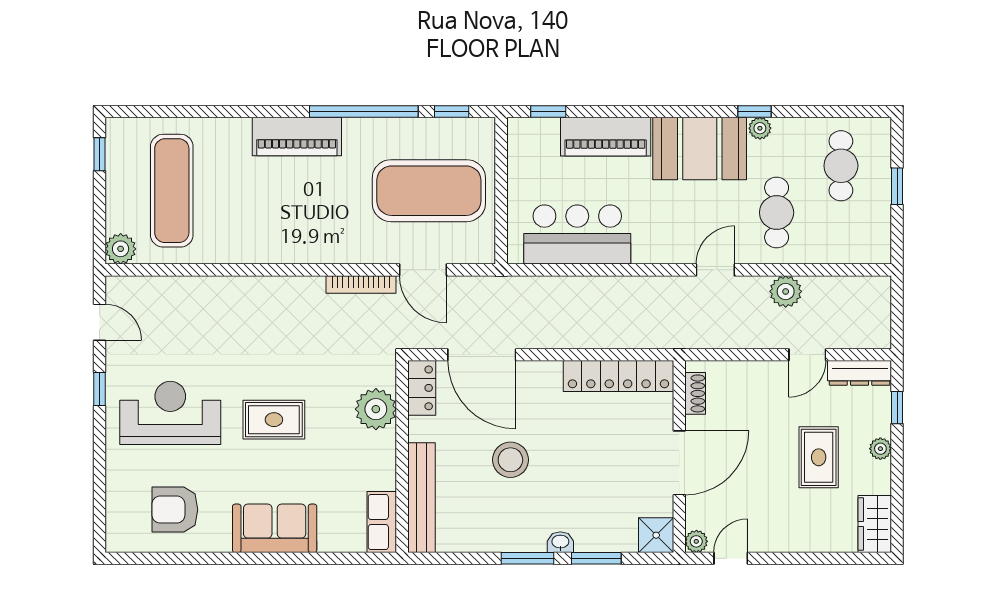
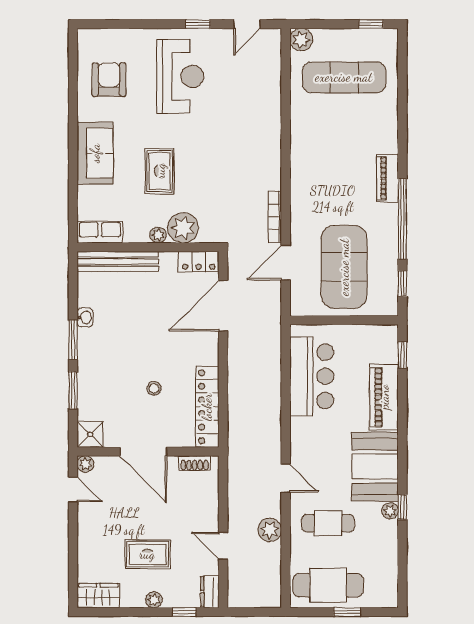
piano: (297, 136) -> (388, 178), width x0.73, depth x0.75
cafe table: (841, 166) -> (328, 585), moved, width x1.37, depth x1.35
dresser: (860, 373) -> (210, 592), width x0.70
rug: (274, 420) -> (160, 171), moved
plant: (386, 443) -> (158, 235), added
stool: (510, 460) -> (154, 388), moved, width x0.53, depth x0.53
washbasin: (560, 542) -> (85, 317), moved

